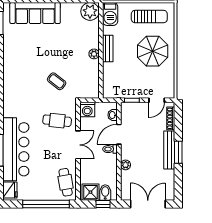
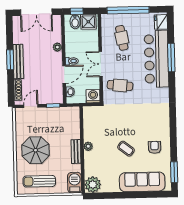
armchair: (20, 51) -> (155, 147), added
coffee table: (57, 81) -> (126, 149), moved
cafe table: (66, 182) -> (122, 38), moved

